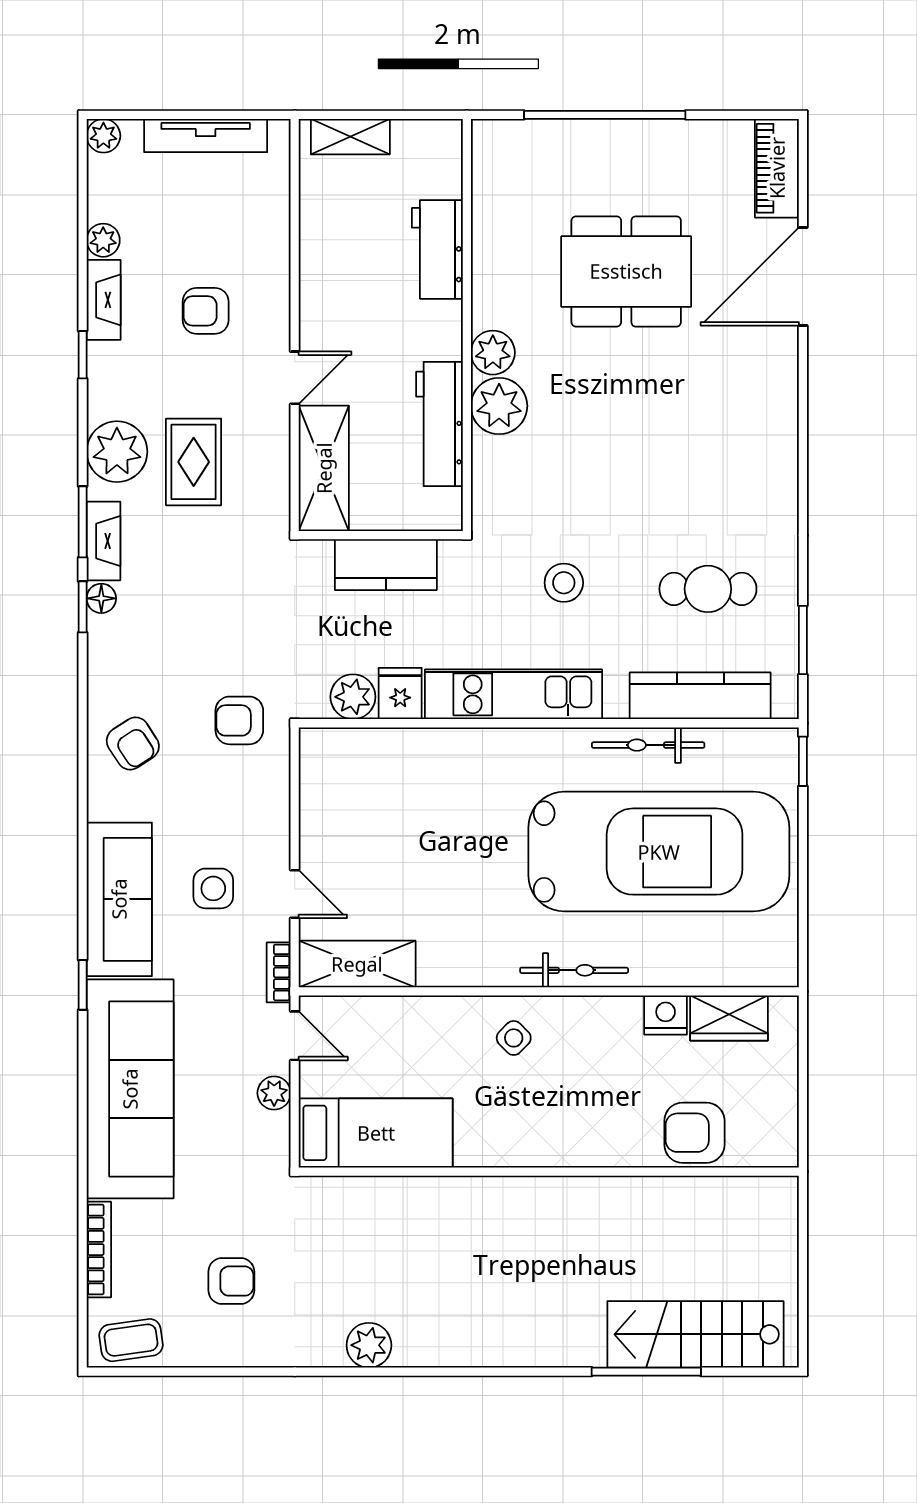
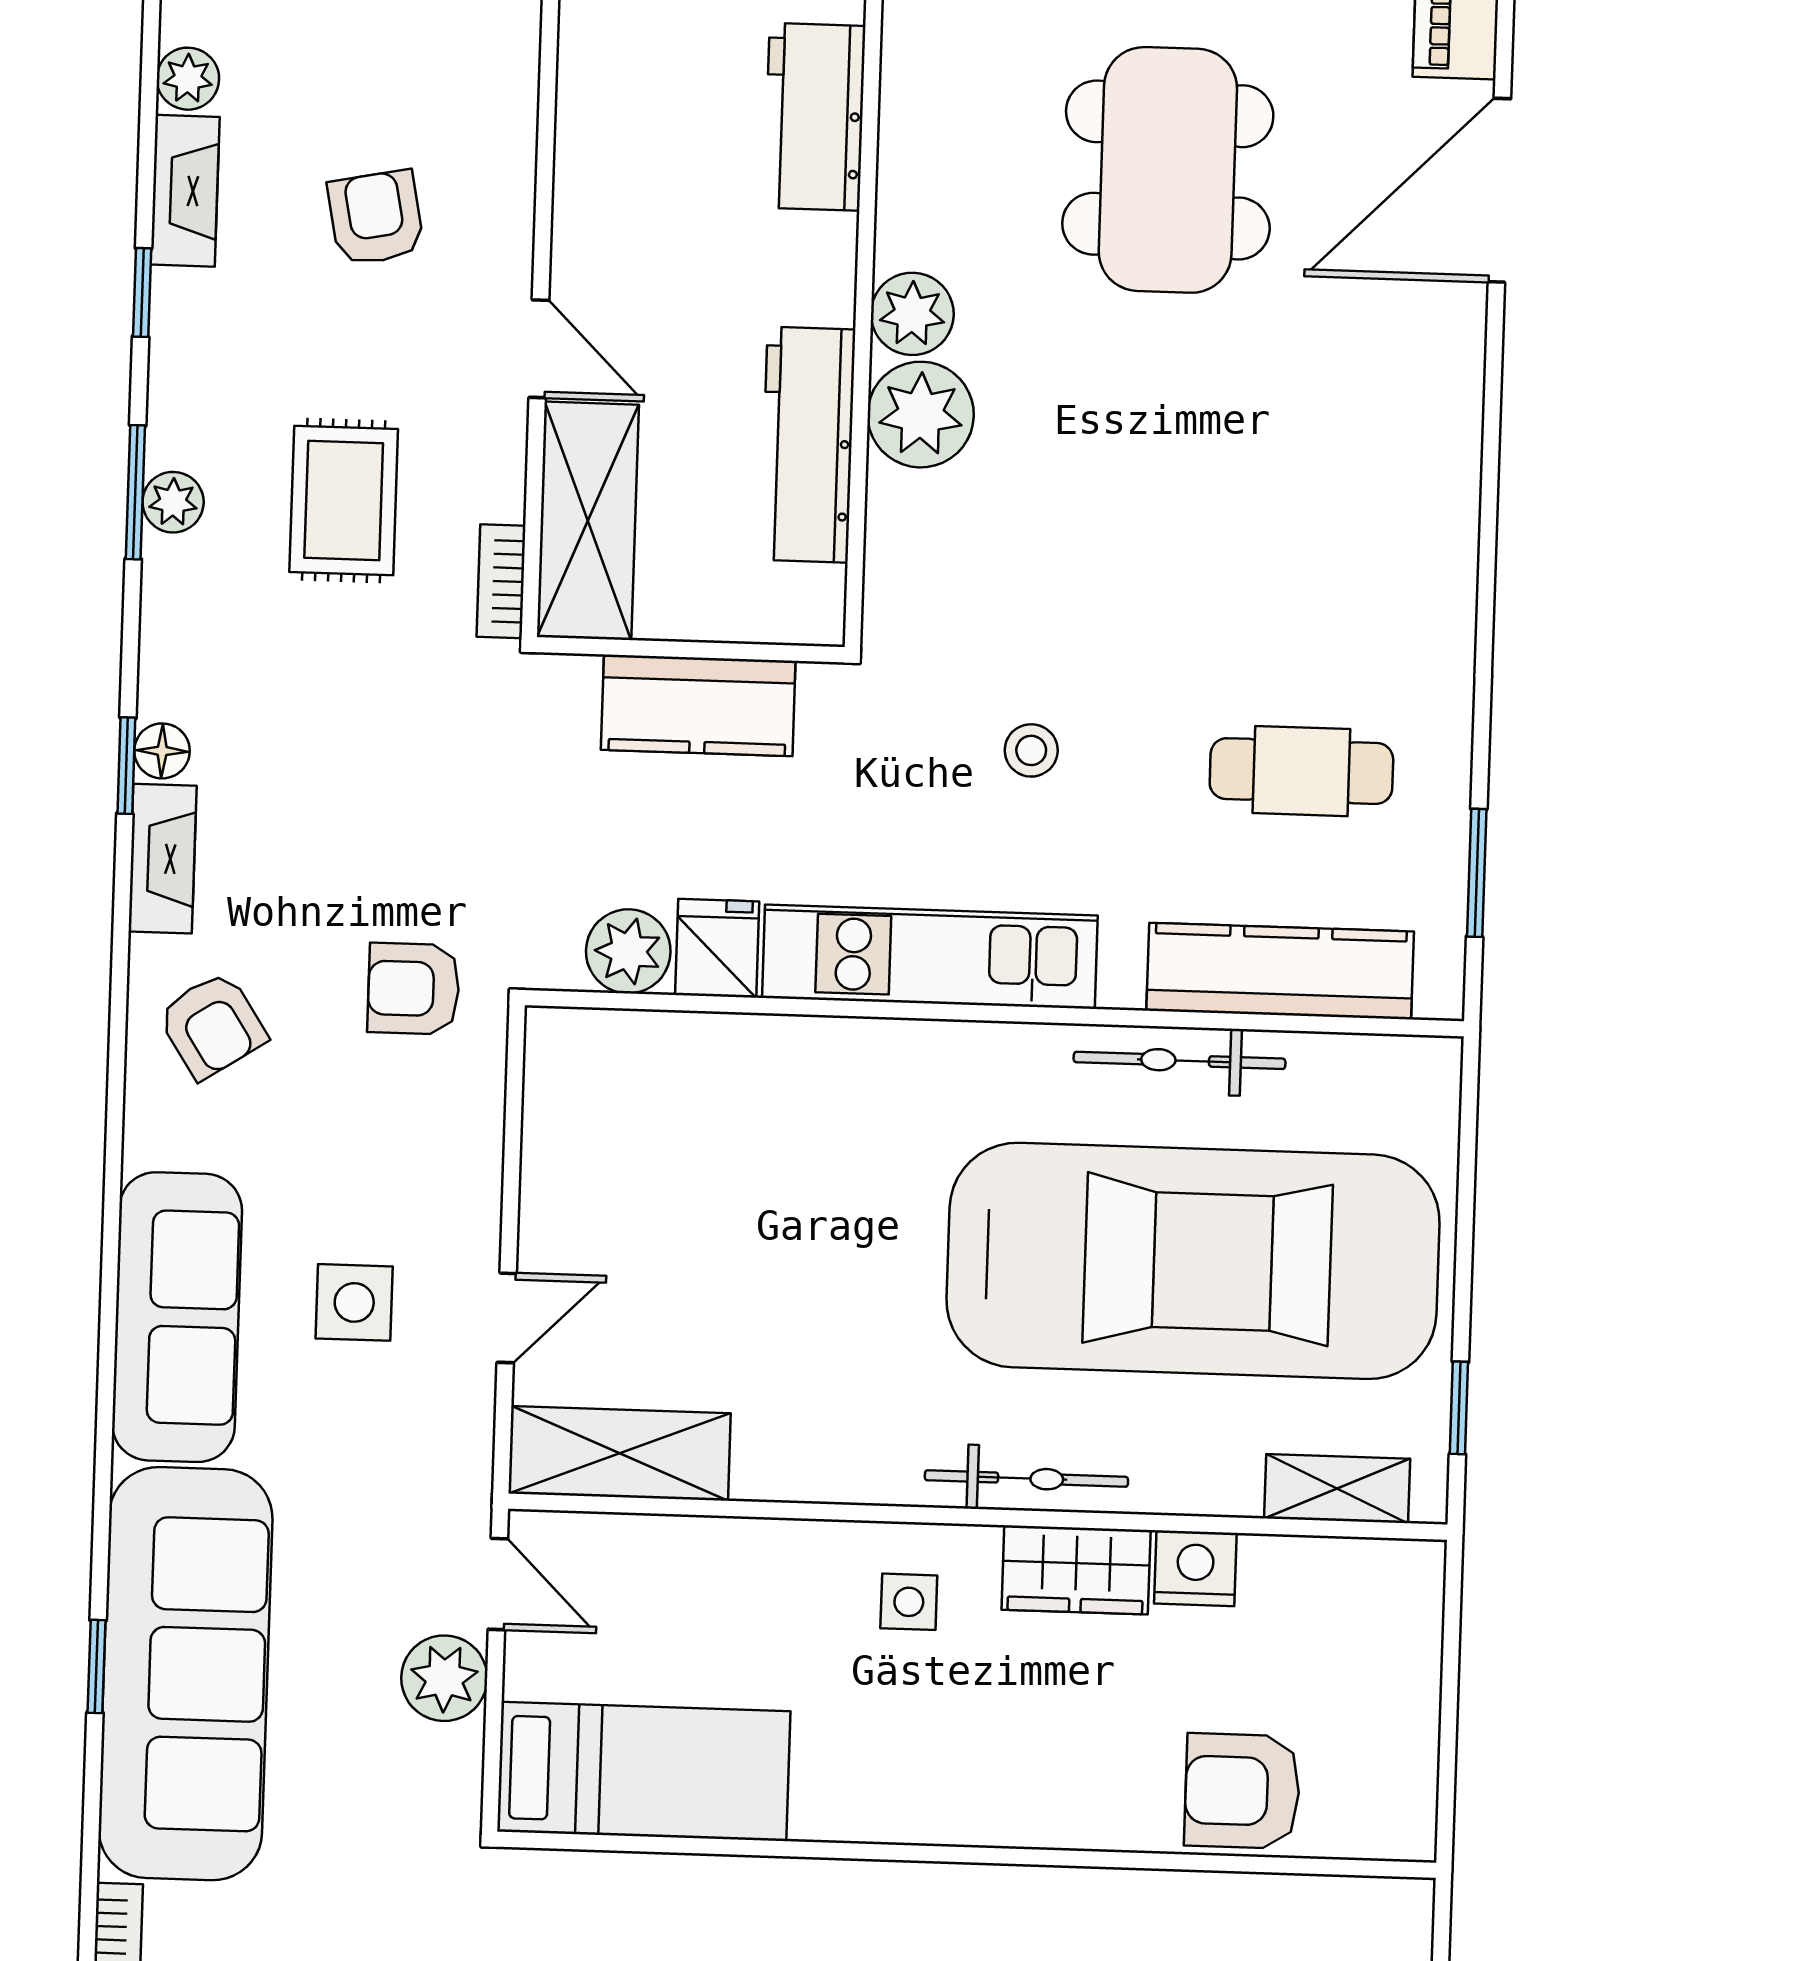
dining table: (626, 271) -> (1168, 170), turned 90
armchair: (206, 311) -> (376, 218), turned 79
door: (295, 378) -> (539, 349), hinge flipped
plant: (117, 452) -> (173, 502), width x0.53, depth x0.53
window: (83, 522) -> (135, 492), moved
fireplace: (103, 541) -> (162, 859), moved
stool: (564, 583) -> (1031, 750), width x0.73, depth x0.73
window: (803, 761) -> (1459, 1408), moved
door: (295, 894) -> (507, 1318), hinge flipped
shelving: (740, 970) -> (1337, 1489), added
bookcase: (279, 972) -> (501, 581), moved
window: (83, 985) -> (96, 1666), moved
wardrobe: (729, 1018) -> (1076, 1570), moved
side table: (514, 1038) -> (909, 1602), turned 45
plant: (274, 1093) -> (444, 1678), width x1.38, depth x1.38

